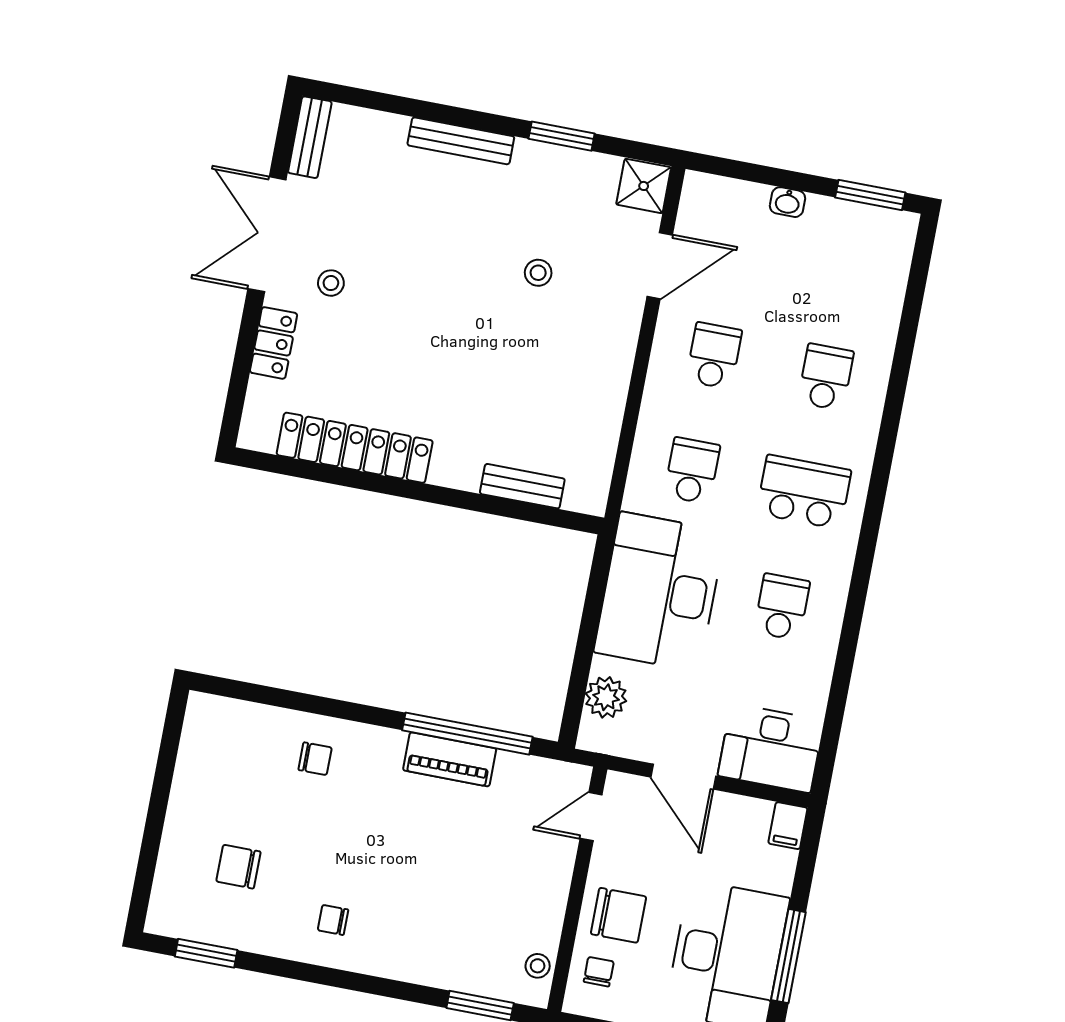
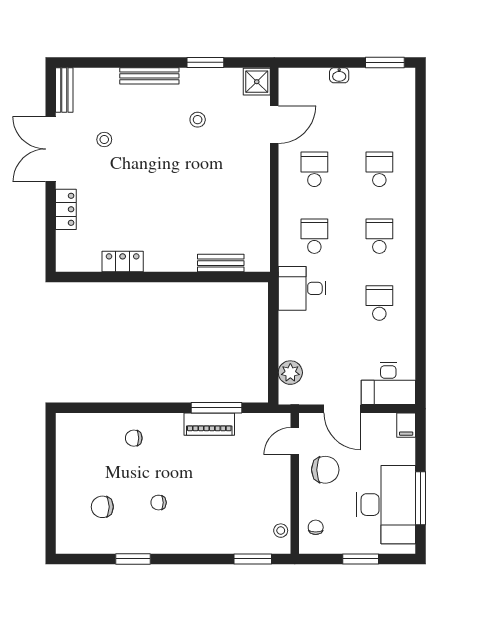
stool: (538, 273) -> (198, 120), moved
stool: (331, 283) -> (104, 140), moved
locker: (355, 448) -> (123, 262), width x0.46, depth x0.83
school desk: (804, 492) -> (379, 236), width x0.54
desk: (660, 592) -> (302, 288), width x0.53, depth x0.77
window: (467, 734) -> (216, 408), width x0.68
chair: (315, 759) -> (134, 438), turned 180
chair: (619, 915) -> (325, 470), moved
chair: (333, 920) -> (159, 503), moved
window: (206, 953) -> (133, 559), moved

